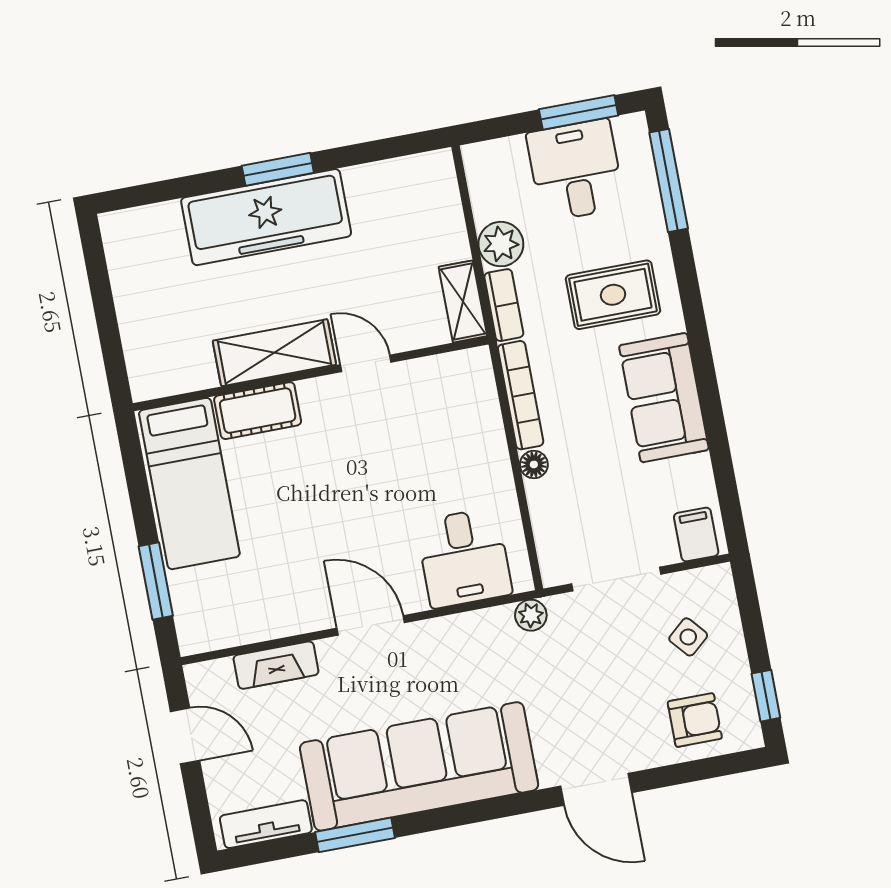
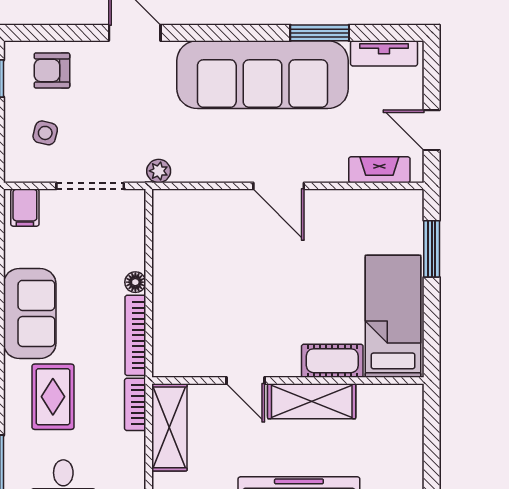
plant: (501, 244) -> (129, 450), removed
rug: (613, 295) -> (53, 397), turned 90
shelving: (463, 301) -> (169, 427), width x1.50, depth x1.33
desk: (464, 558) -> (200, 223), removed
side table: (688, 637) -> (45, 133), turned -35
fireplace: (276, 665) -> (379, 170), moved

